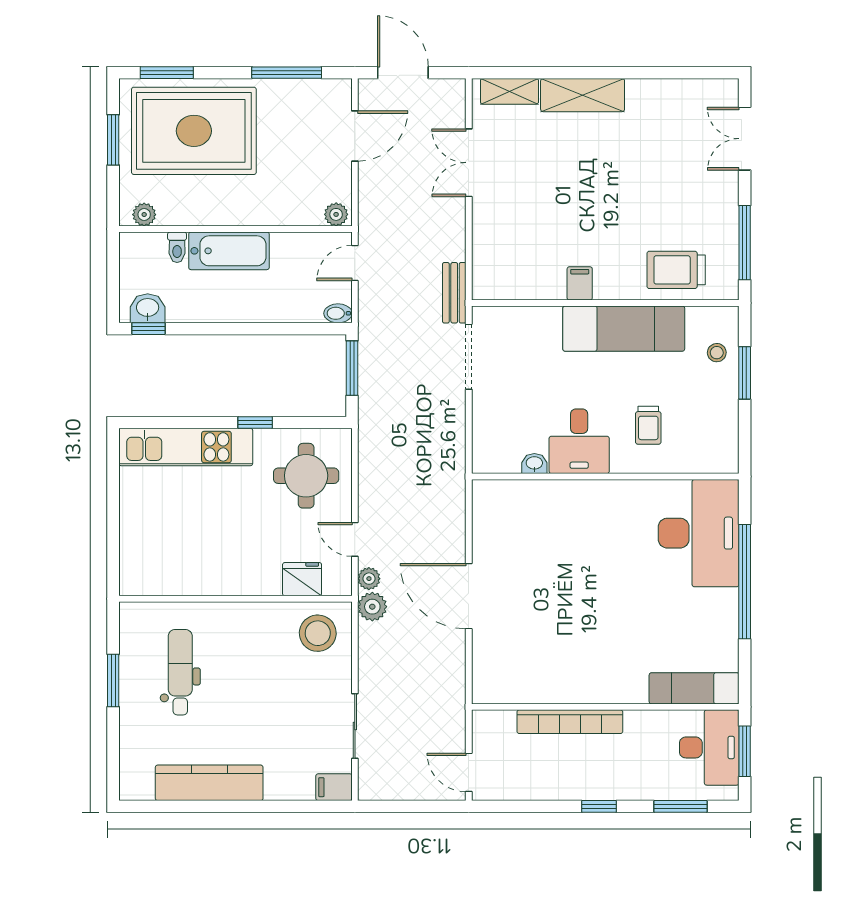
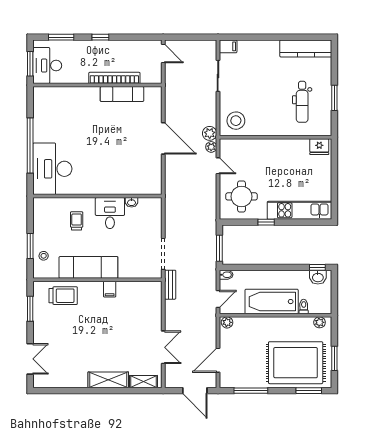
window: (745, 243) -> (30, 309), width x0.69
bathtub: (229, 251) -> (272, 302), width x1.36, depth x1.36
fridge: (302, 579) -> (319, 147), moved
exam couch: (694, 688) -> (122, 94), moved
kitchen counter: (209, 783) -> (306, 48), moved

